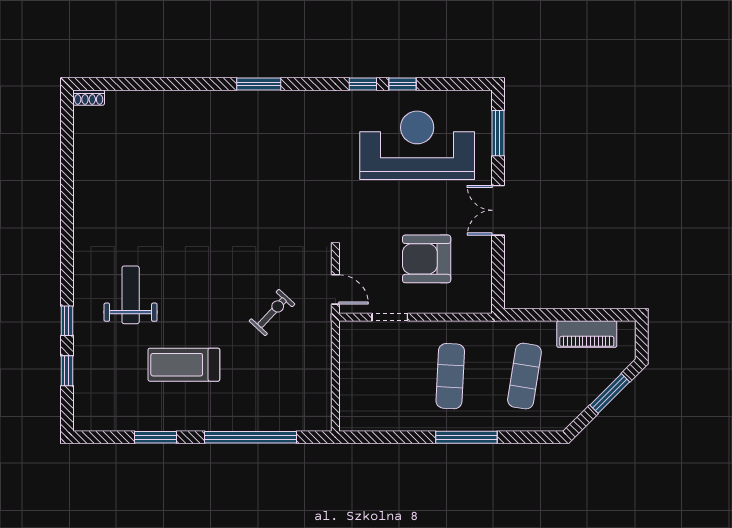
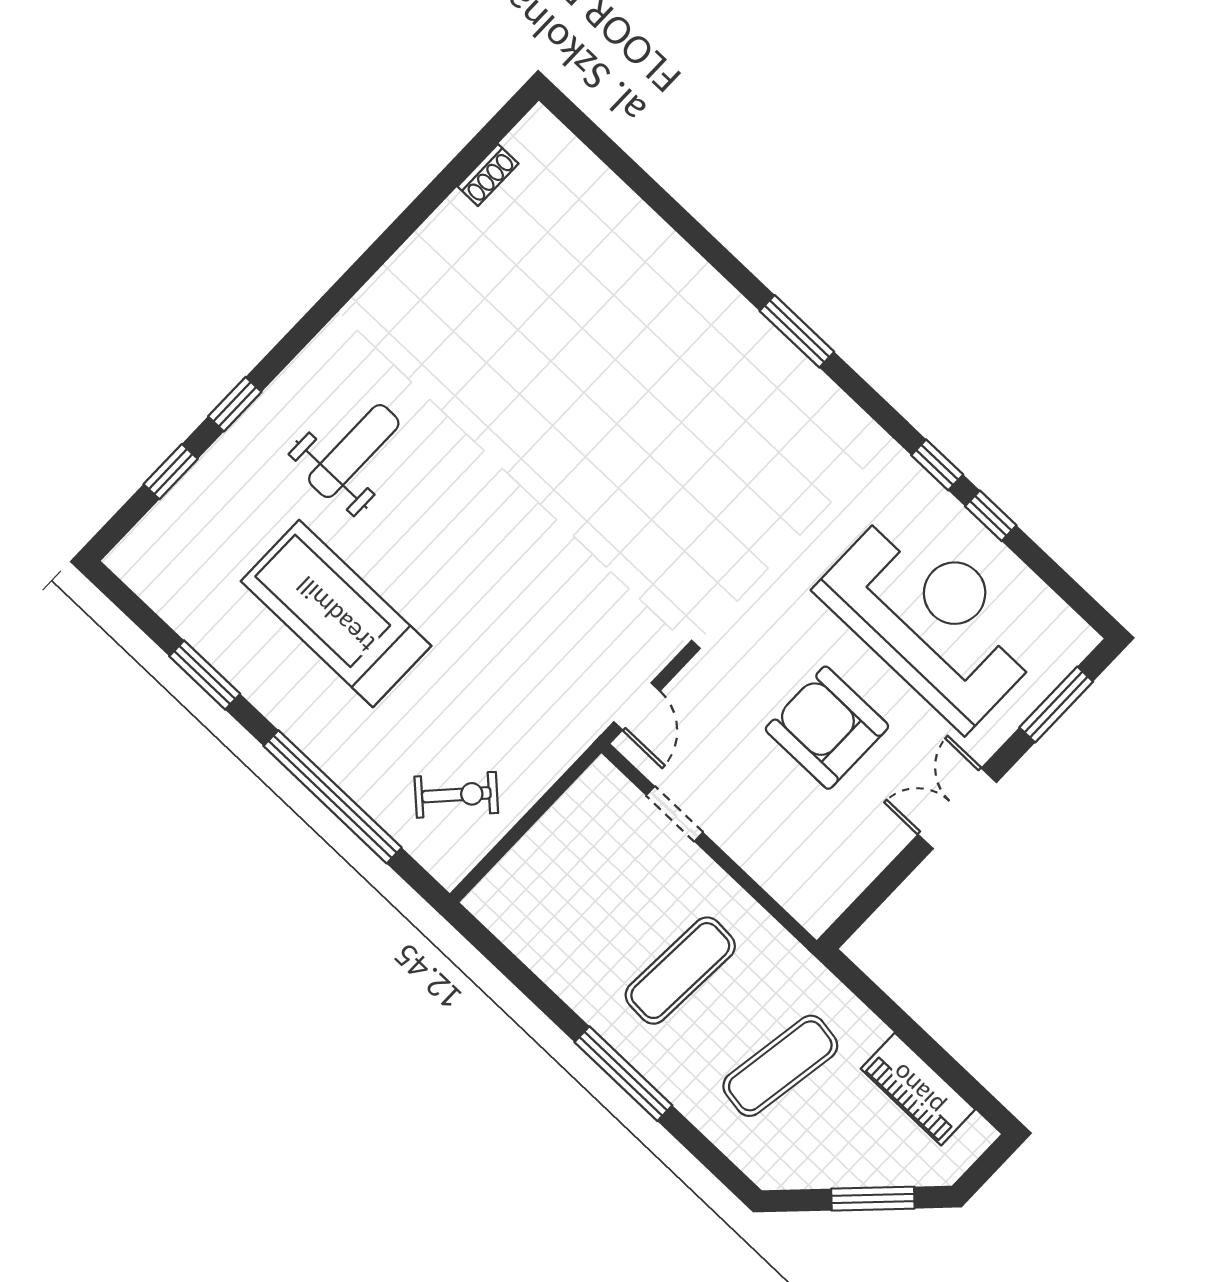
shoe rack: (89, 98) -> (488, 175), moved, turned -90
armchair: (427, 259) -> (827, 728), moved
exercise bike: (272, 313) -> (456, 795), moved
treadmill: (184, 365) -> (336, 614), width x1.37, depth x1.38

